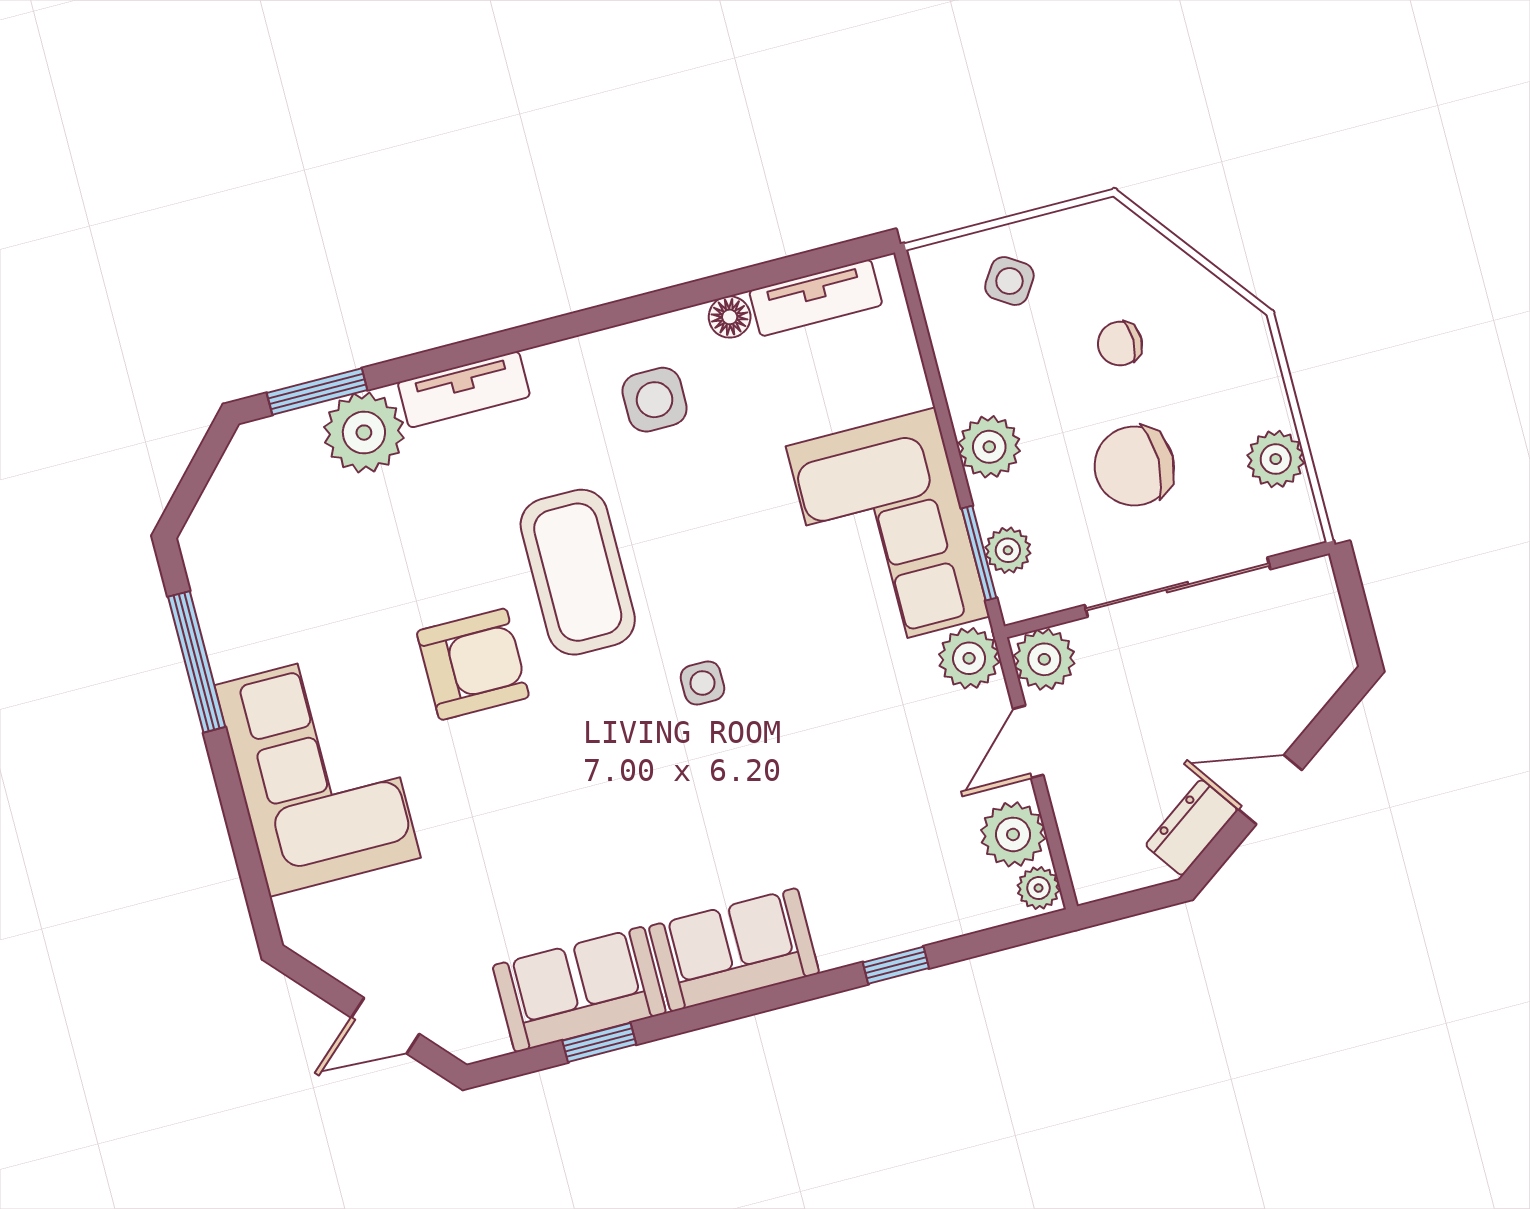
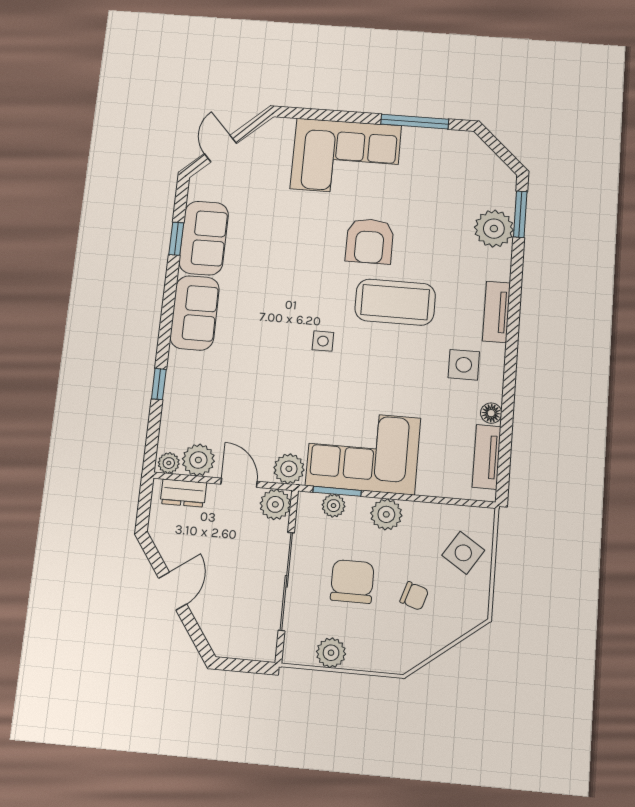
side table: (1009, 281) -> (463, 553), width x1.37, depth x1.37
chair: (1120, 344) -> (414, 596), turned 108
tv unit: (464, 389) -> (496, 312), moved
dresser: (1192, 828) -> (183, 493), moved, turned 125

